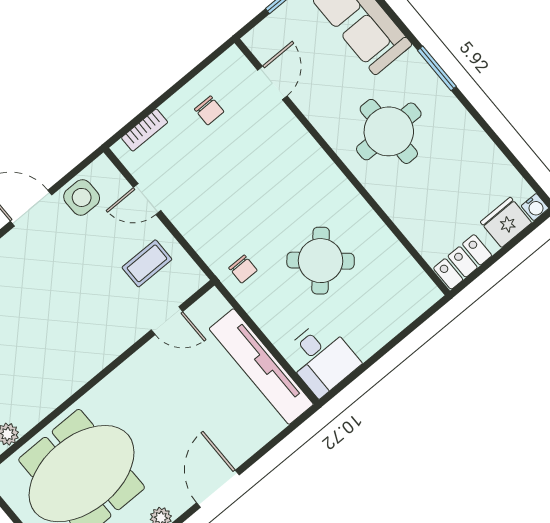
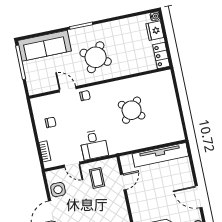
door: (272, 83) -> (68, 89), moved
round table: (389, 131) -> (96, 57), turned 32
door: (147, 199) -> (72, 165), hinge flipped
chair: (243, 269) -> (85, 96), moved
desk: (321, 358) -> (94, 145), moved, turned 90

